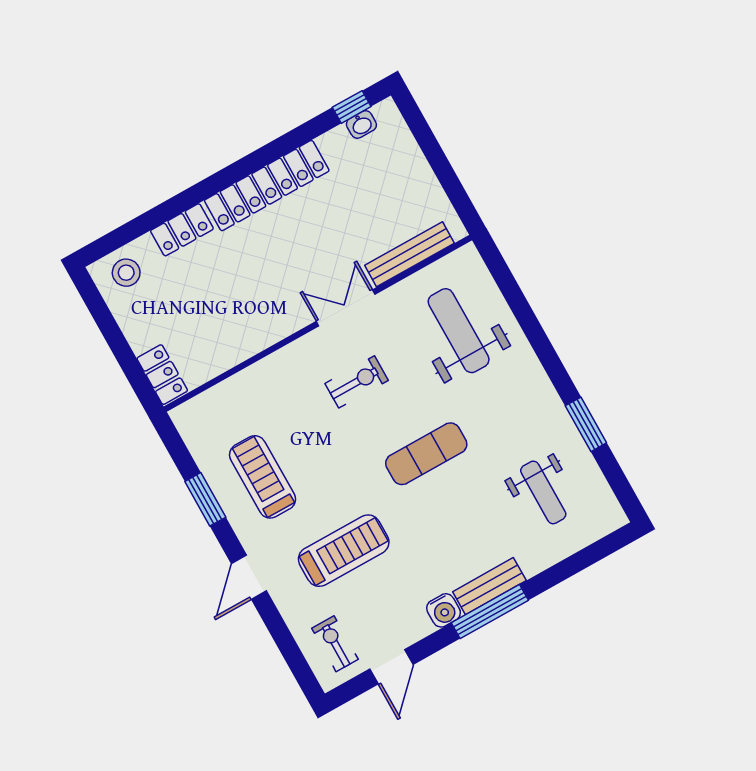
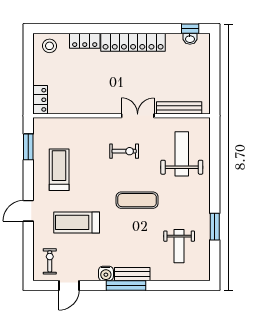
window: (205, 499) -> (28, 147), moved
treadmill: (344, 551) -> (77, 222), turned 180

